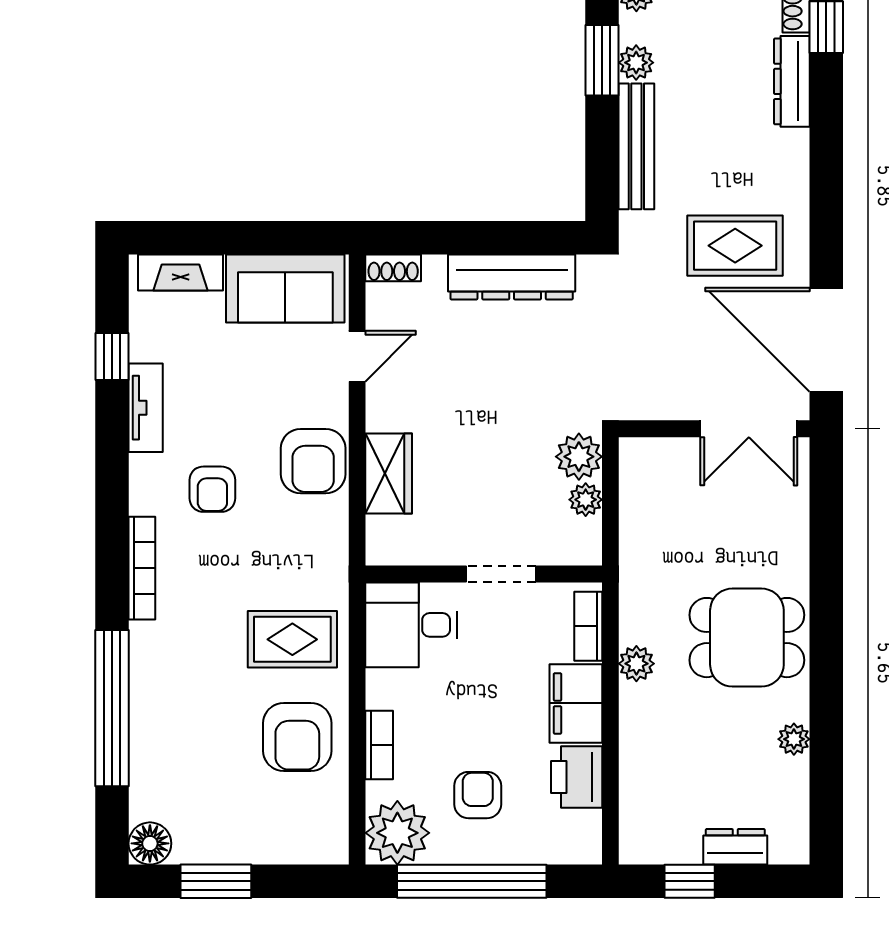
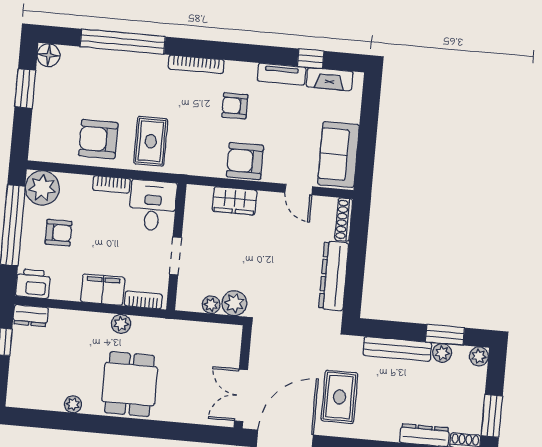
shoe rack: (393, 268) -> (344, 219), width x1.43
fireplace: (181, 272) -> (330, 79), moved, turned -90
bookcase: (379, 745) -> (111, 184), moved
printer: (577, 777) -> (33, 284), moved
dresser: (735, 847) -> (31, 316), moved, turned 90

